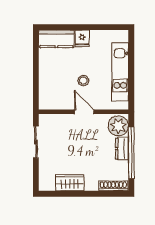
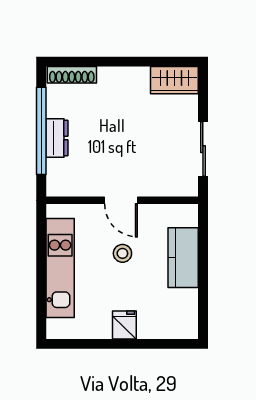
kitchen counter: (56, 39) -> (183, 258), moved, turned -90
plant: (118, 126) -> (63, 176), removed
wardrobe: (70, 183) -> (174, 80), moved

